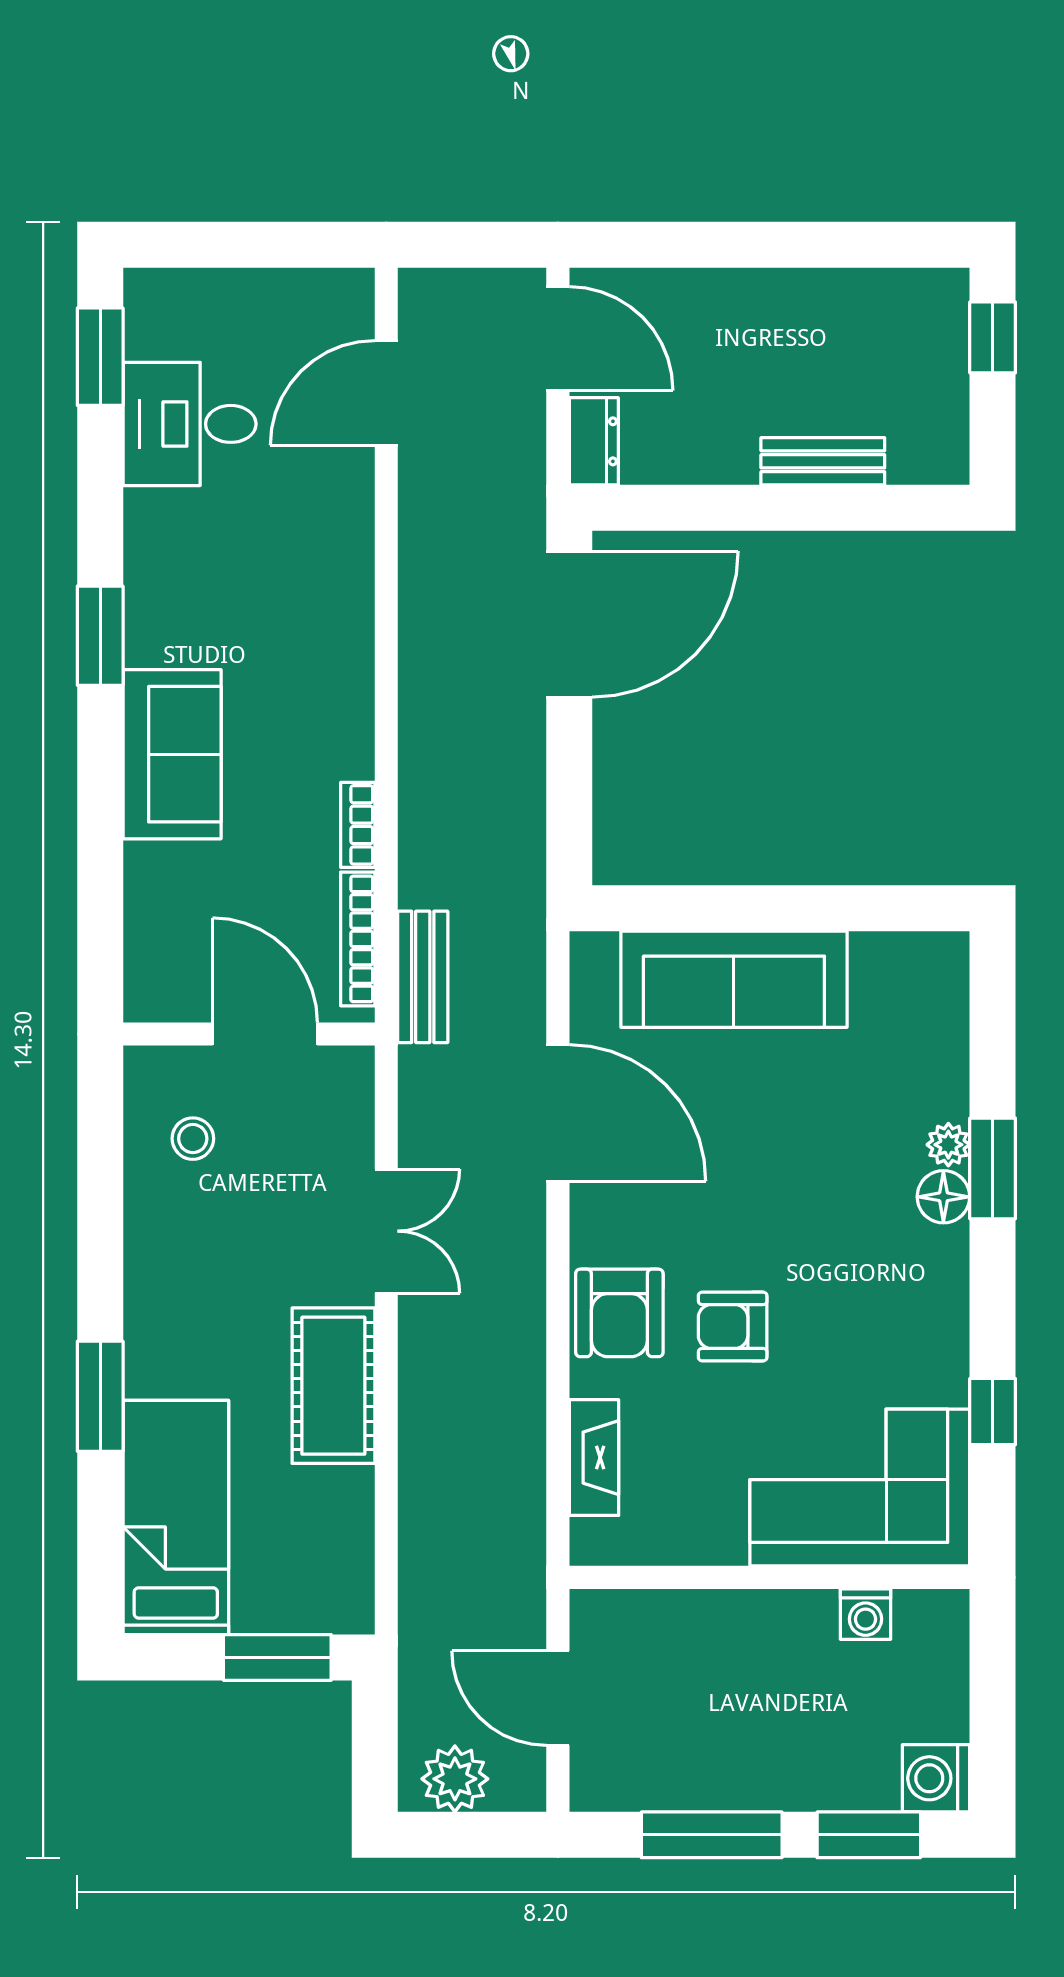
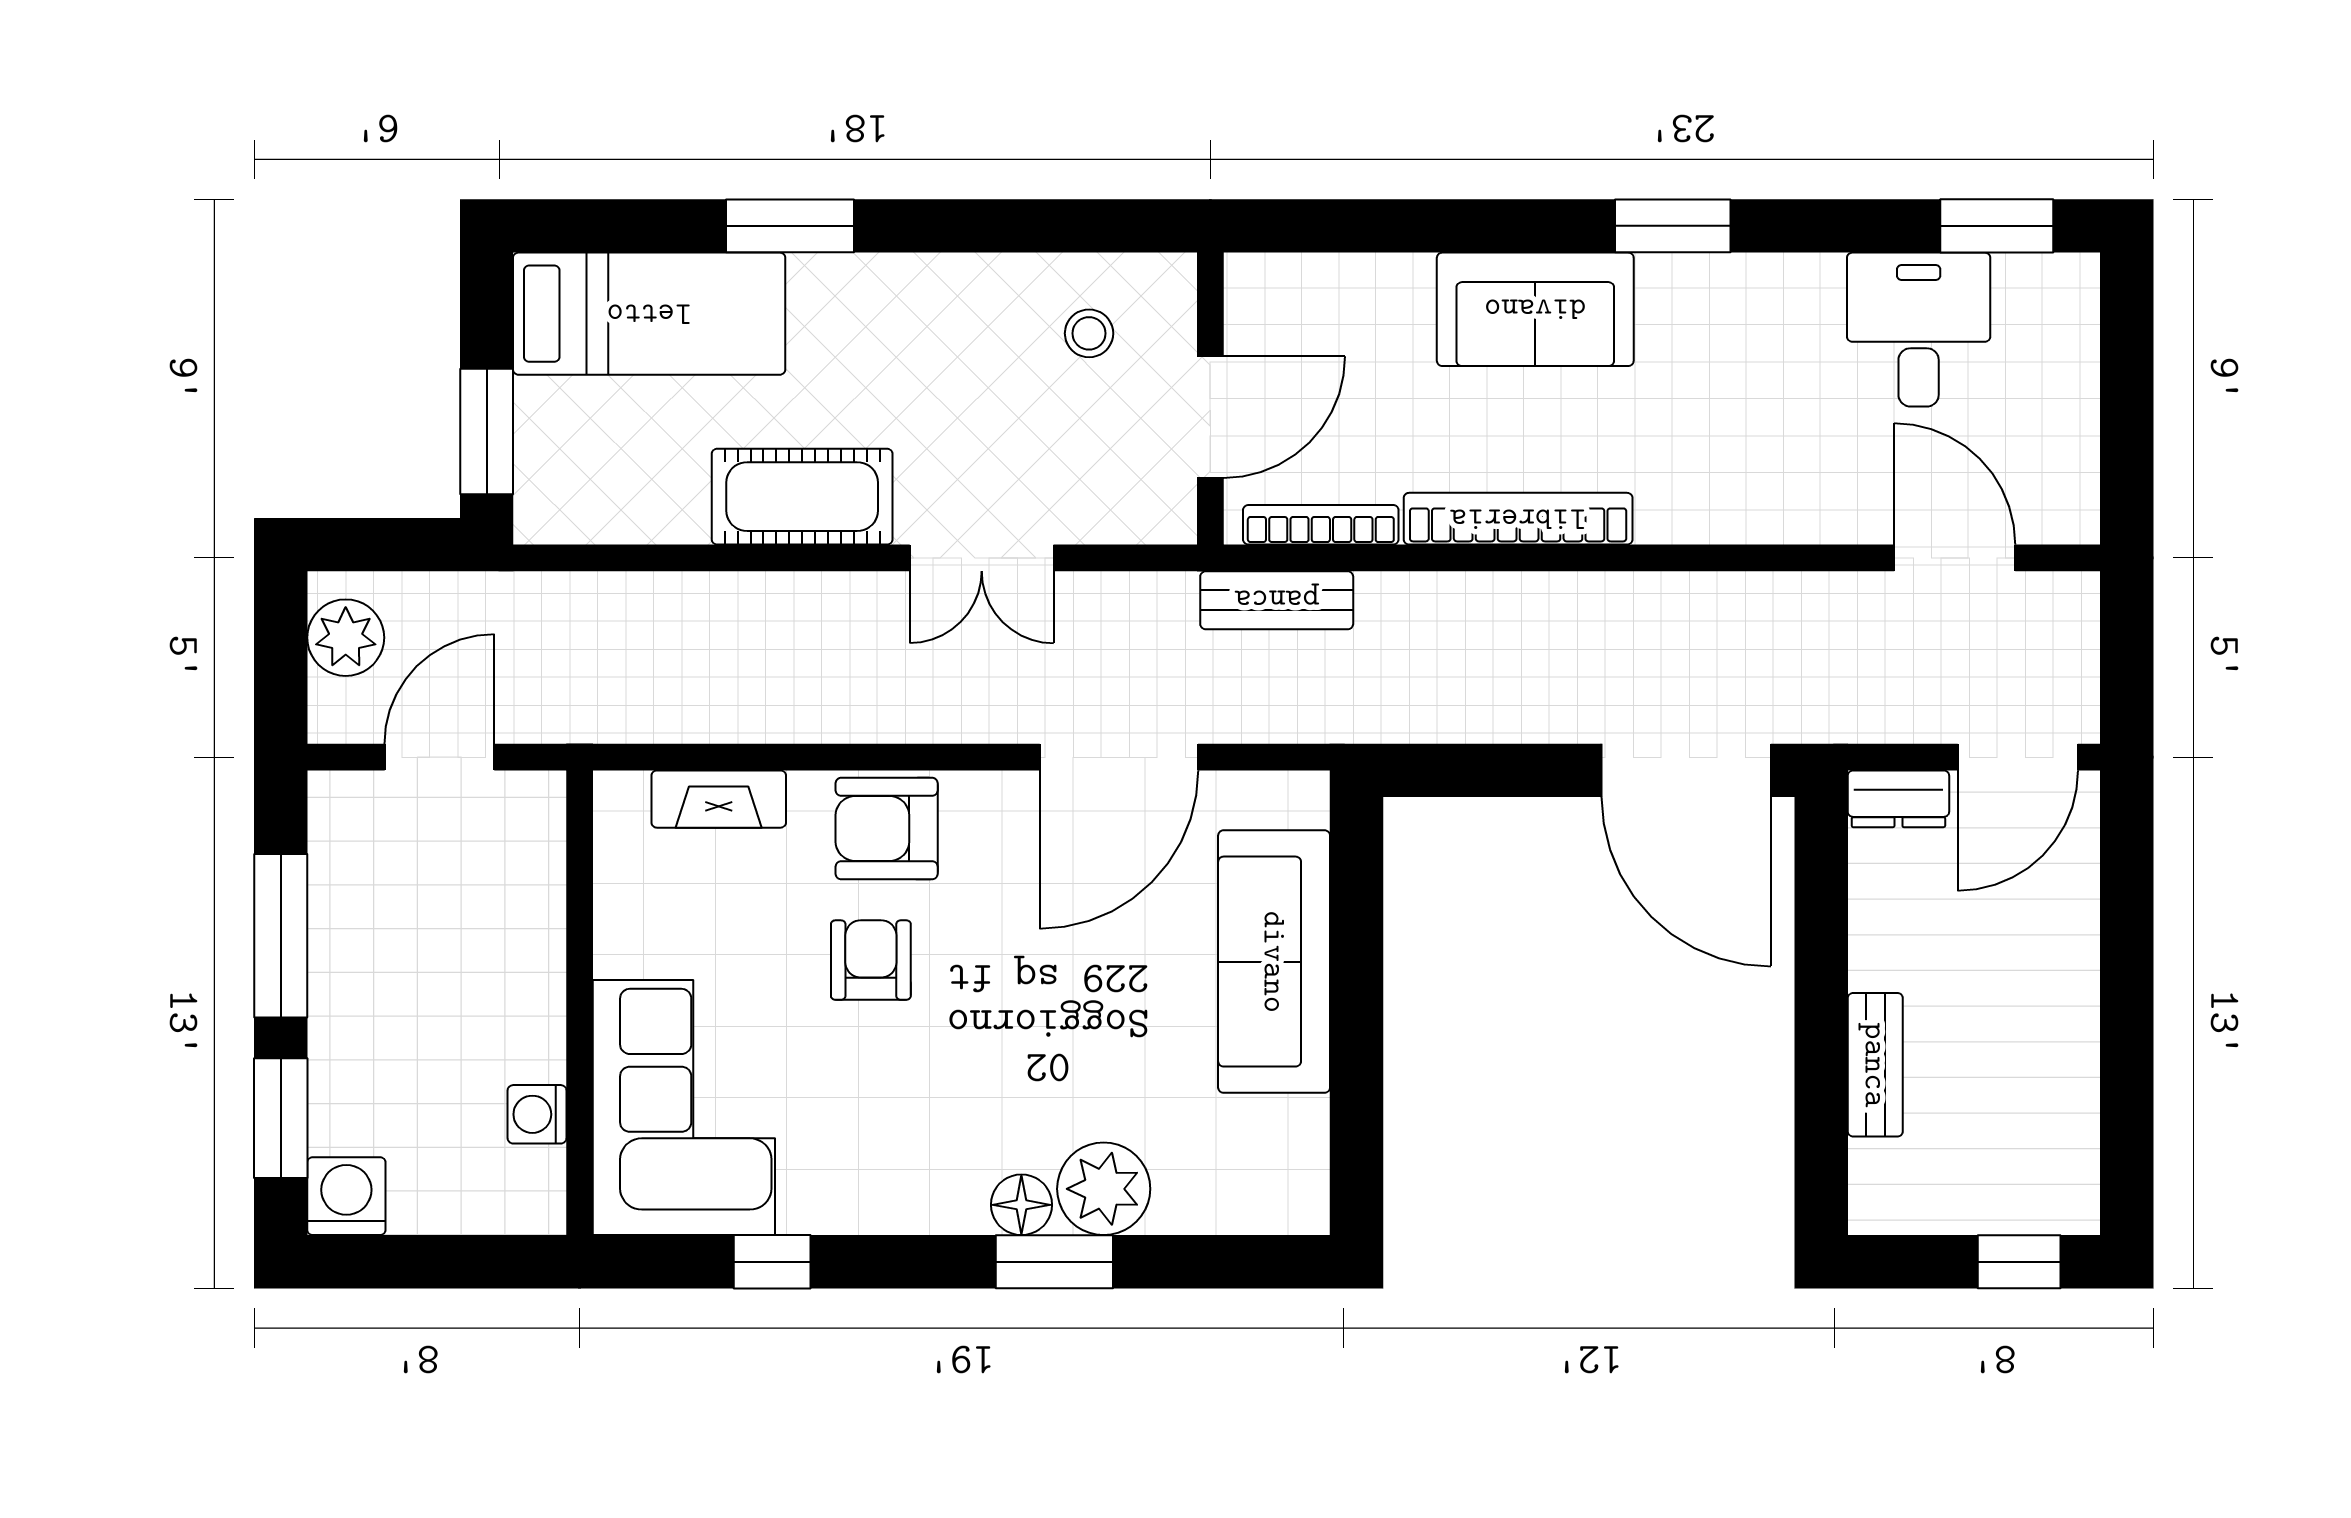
bookcase: (358, 825) -> (1518, 519), width x2.31, depth x1.31
plant: (948, 1145) -> (1104, 1189), width x1.88, depth x1.88

